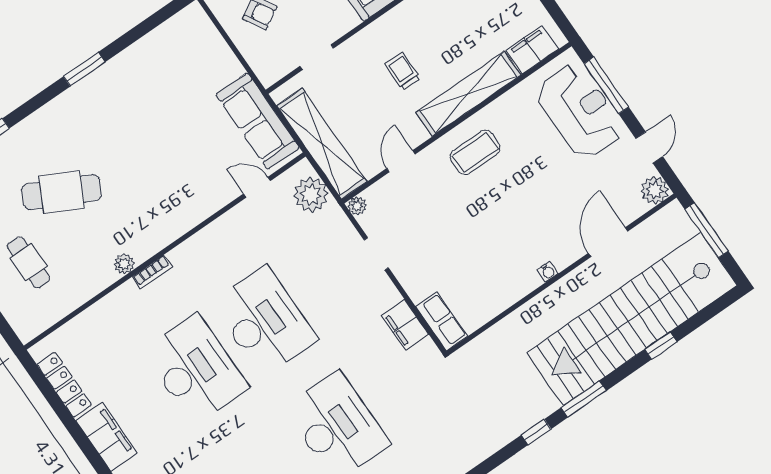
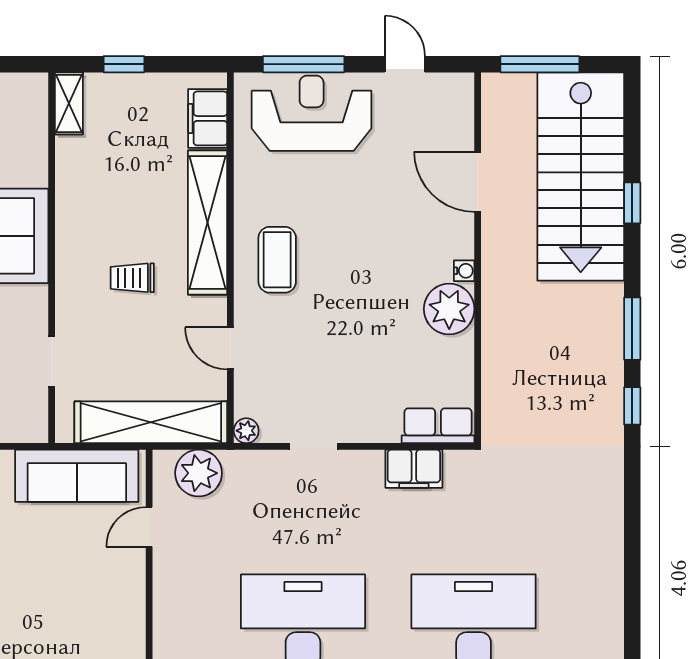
plant: (655, 190) -> (449, 309), moved, width x1.36, depth x1.36
stairs: (632, 319) -> (581, 176), width x0.73

